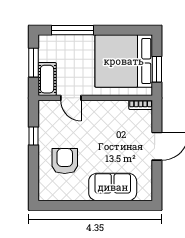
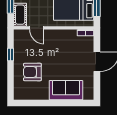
armchair: (65, 161) -> (32, 72), turned -90

